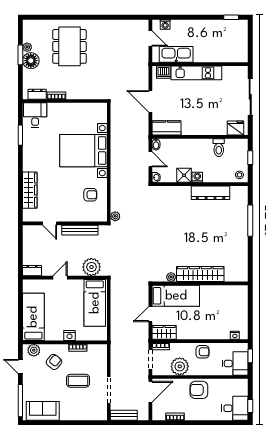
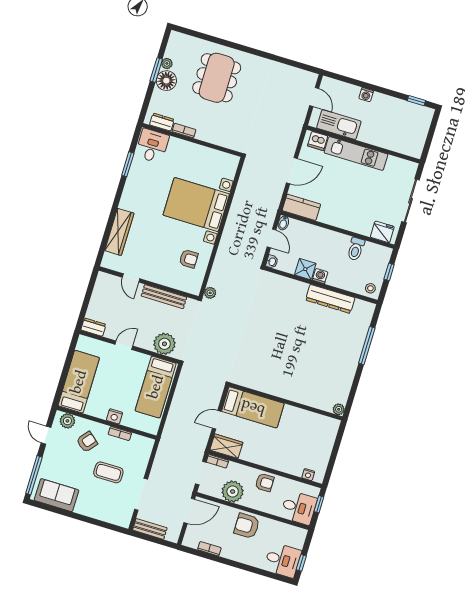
washing machine: (165, 24) -> (366, 95), moved
door: (150, 101) -> (292, 171), swing flipped
wardrobe: (200, 274) -> (289, 391), removed
plant: (171, 277) -> (339, 409), moved

